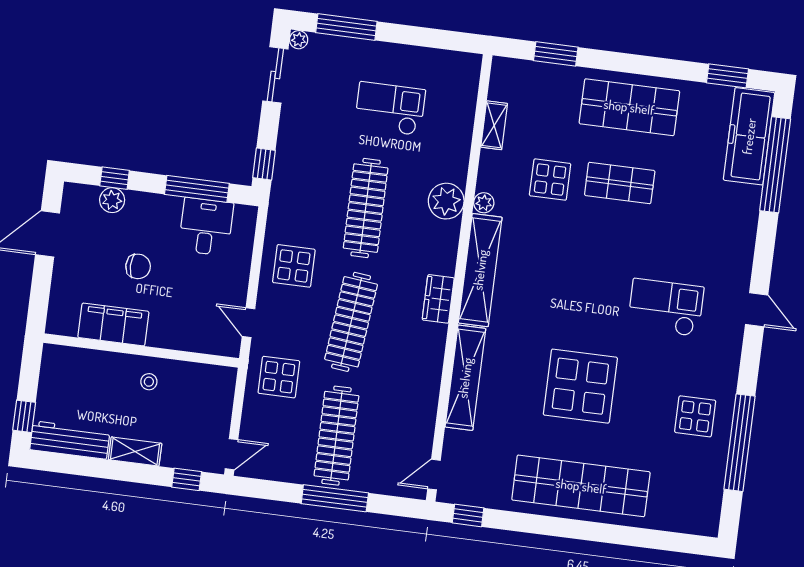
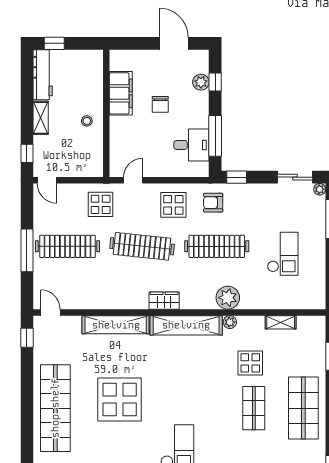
armchair: (298, 205) -> (213, 203), added

